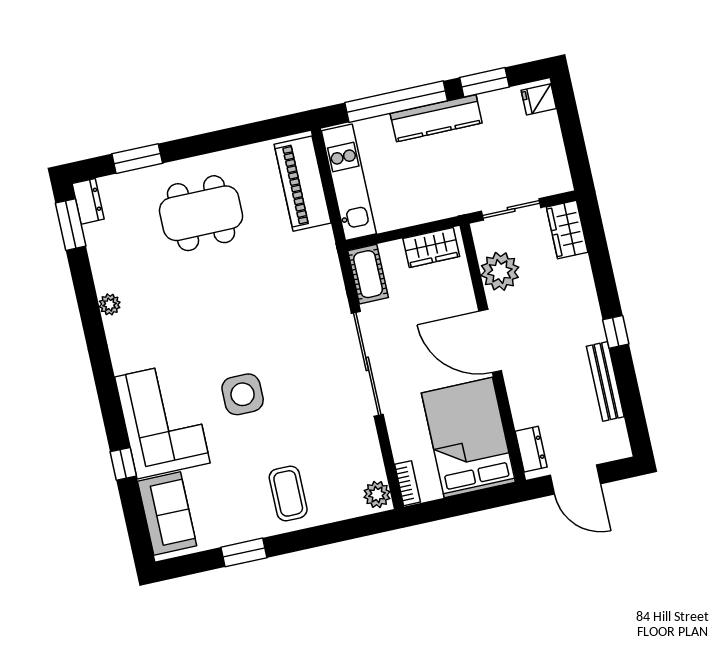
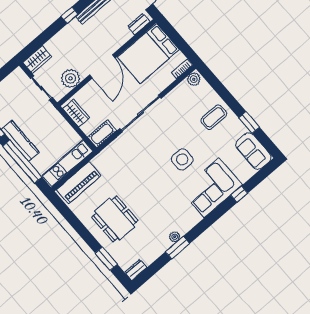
window: (71, 225) -> (177, 248), moved
sofa: (167, 513) -> (253, 151), moved, turned -90

